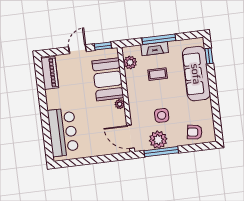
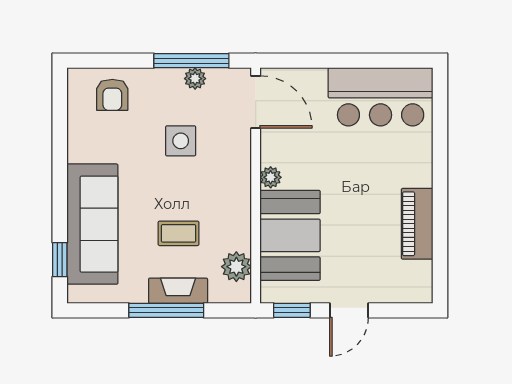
piano: (50, 73) -> (417, 224), moved
bar counter: (63, 132) -> (381, 97), moved, turned -90
armchair: (195, 132) -> (112, 95), turned 81
plant: (158, 140) -> (195, 79), width x0.53, depth x0.53

